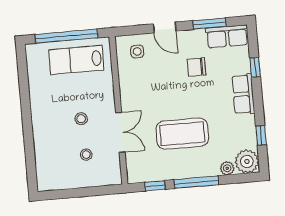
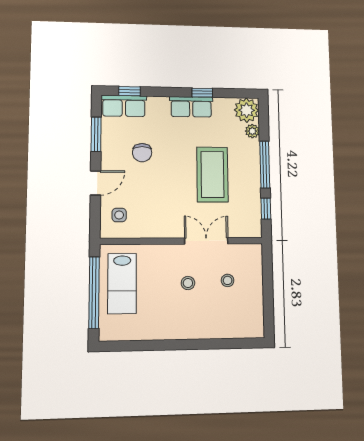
row of seats: (227, 36) -> (124, 106), moved, turned 90
window: (255, 67) -> (130, 91), moved
row of seats: (243, 94) -> (191, 107), moved
window: (261, 135) -> (202, 93), moved

